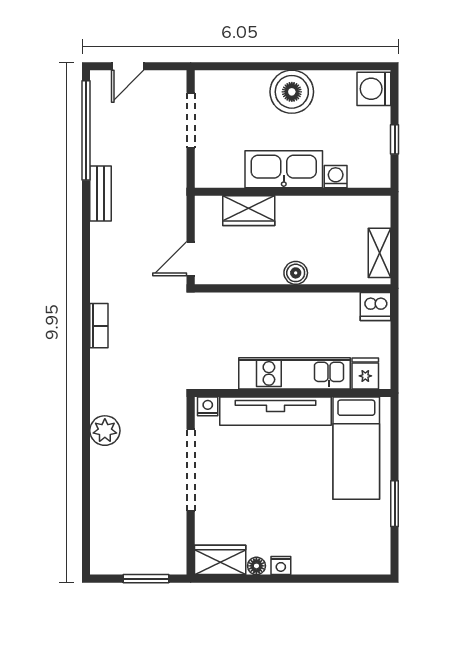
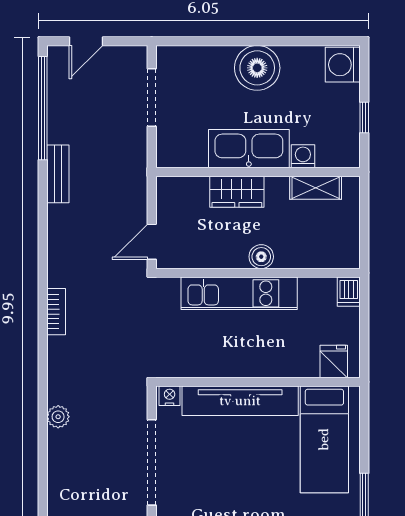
wardrobe: (249, 211) -> (237, 192), moved
shelving: (379, 253) -> (316, 188), moved, turned 90
dishwasher: (376, 306) -> (349, 292), width x0.73
kitchen unit: (294, 373) -> (239, 293), moved, turned 180
plant: (105, 431) -> (58, 417), width x0.73, depth x0.73

